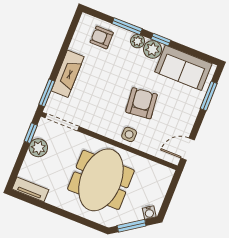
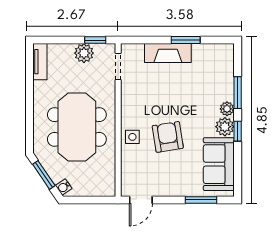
armchair: (102, 37) -> (217, 72), removed
window: (47, 93) -> (186, 40), moved
armchair: (142, 103) -> (168, 137), turned -93
doorway: (62, 122) -> (118, 66), width x0.73
door: (188, 149) -> (141, 200), swing flipped
meeting table: (101, 180) -> (77, 127), turned 90

